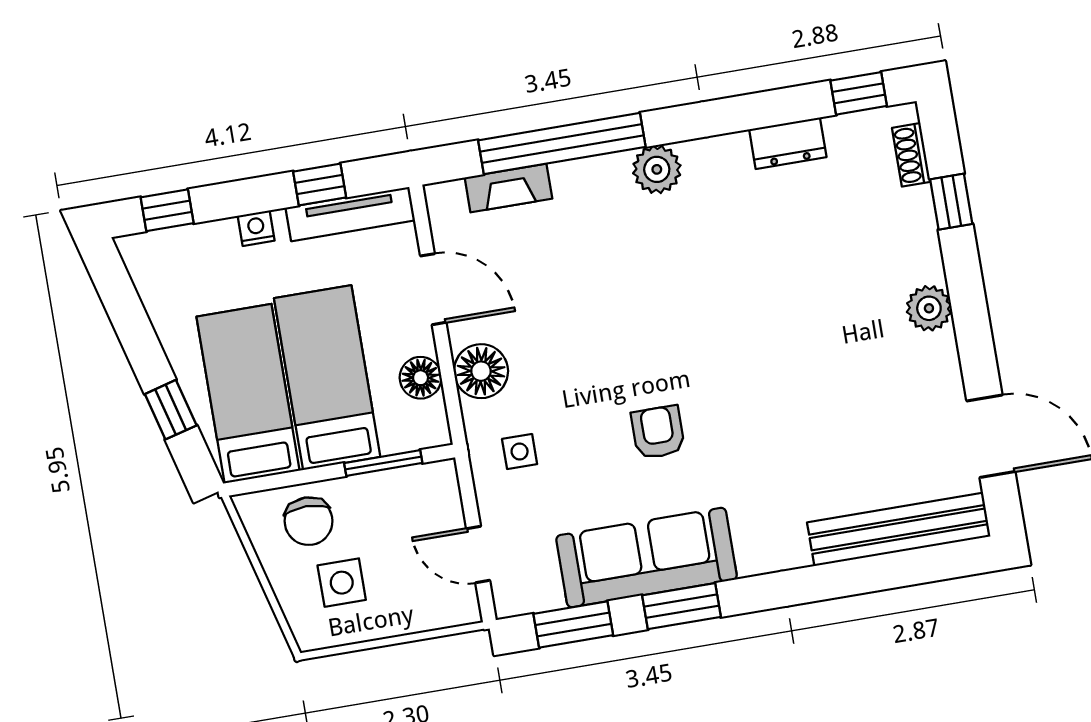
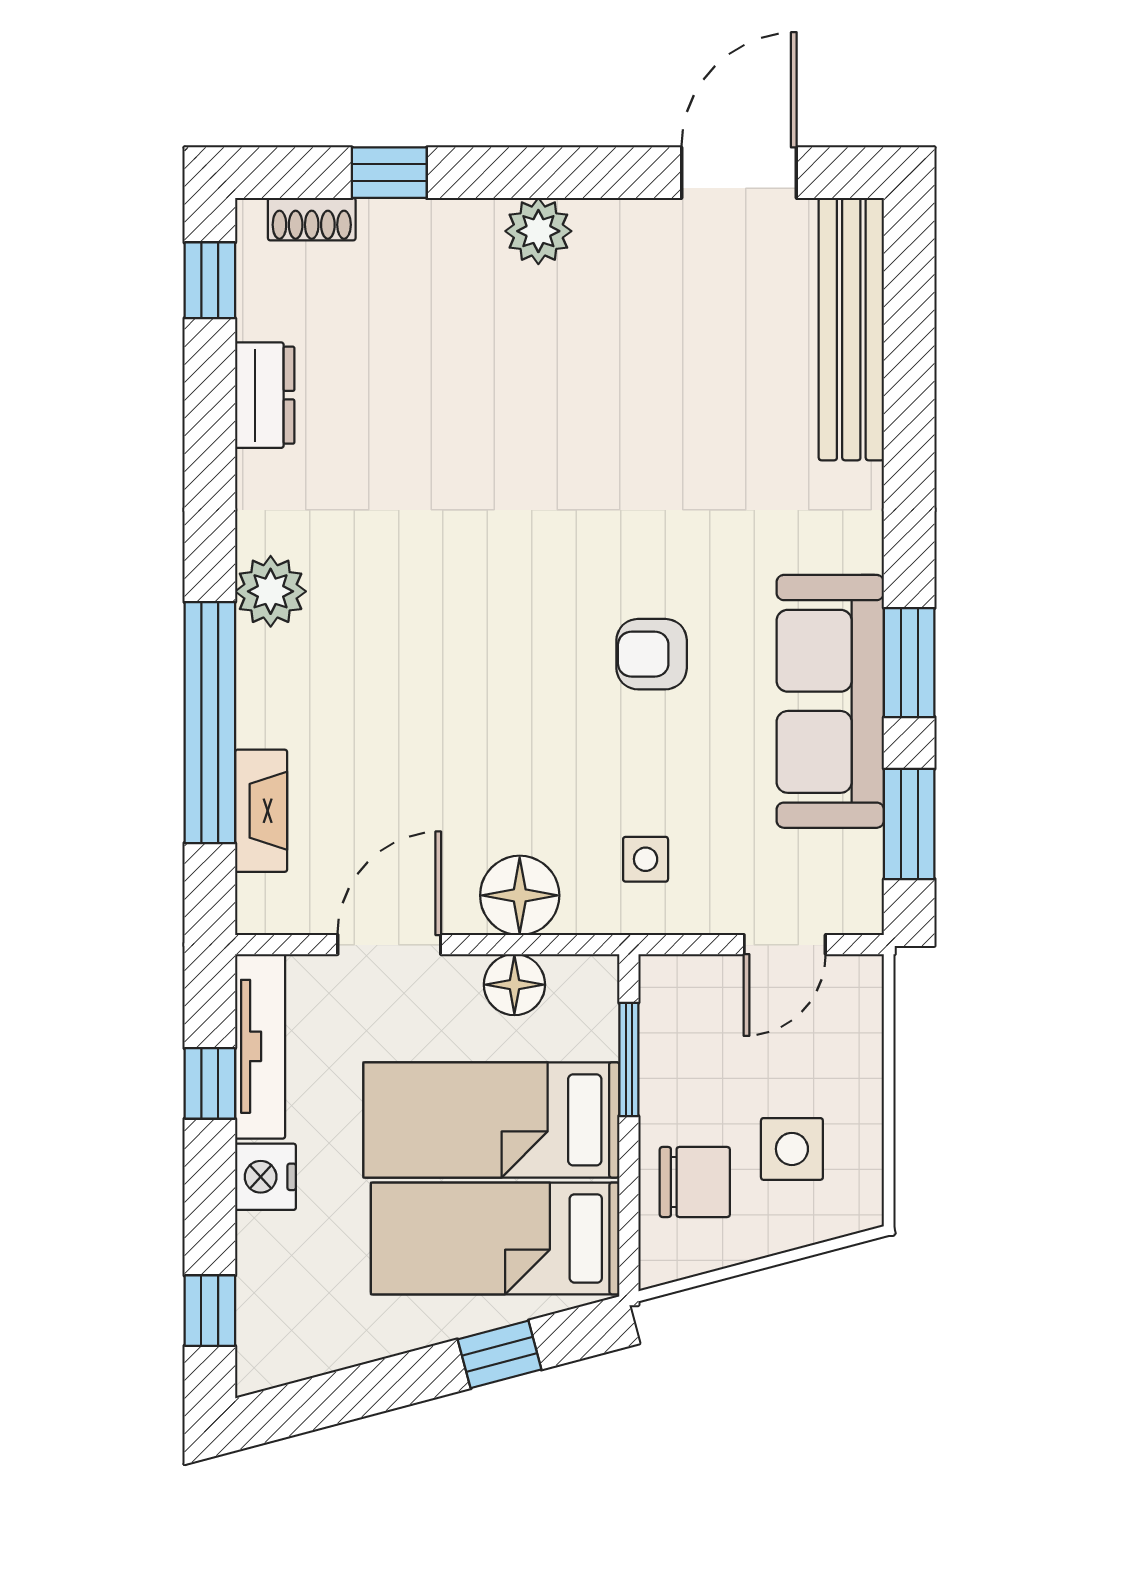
nightstand: (256, 228) -> (265, 1177), width x1.39, depth x1.35

